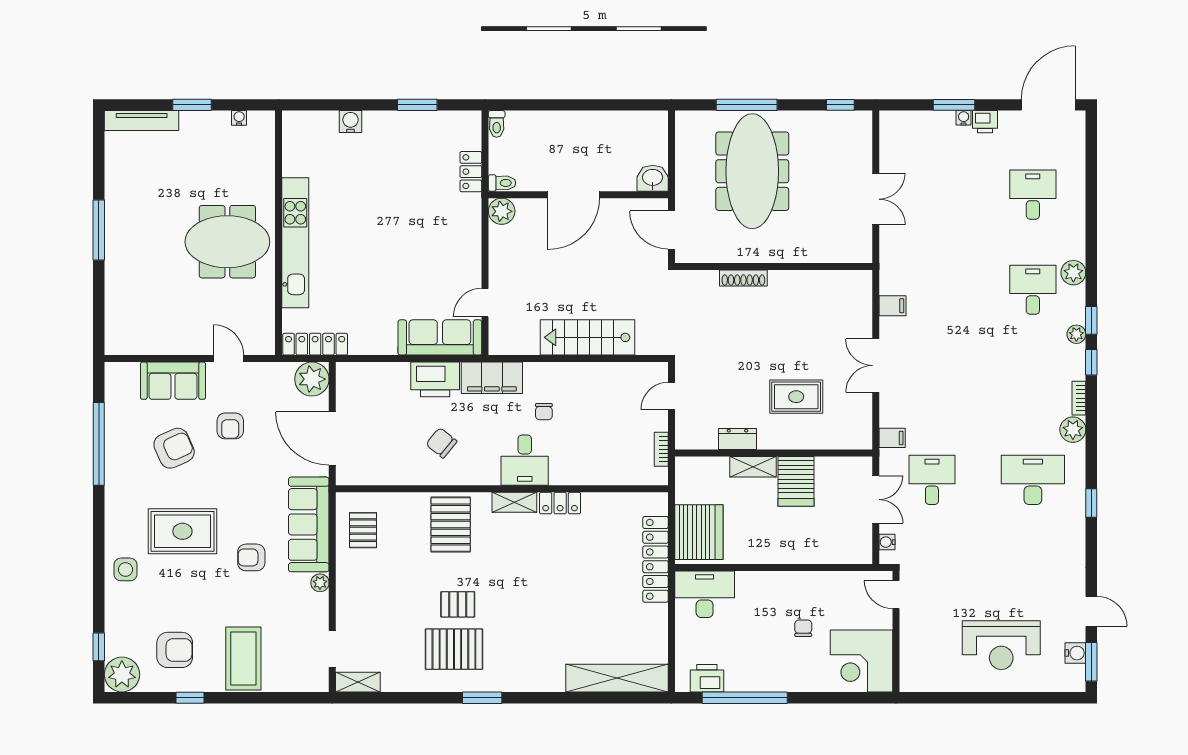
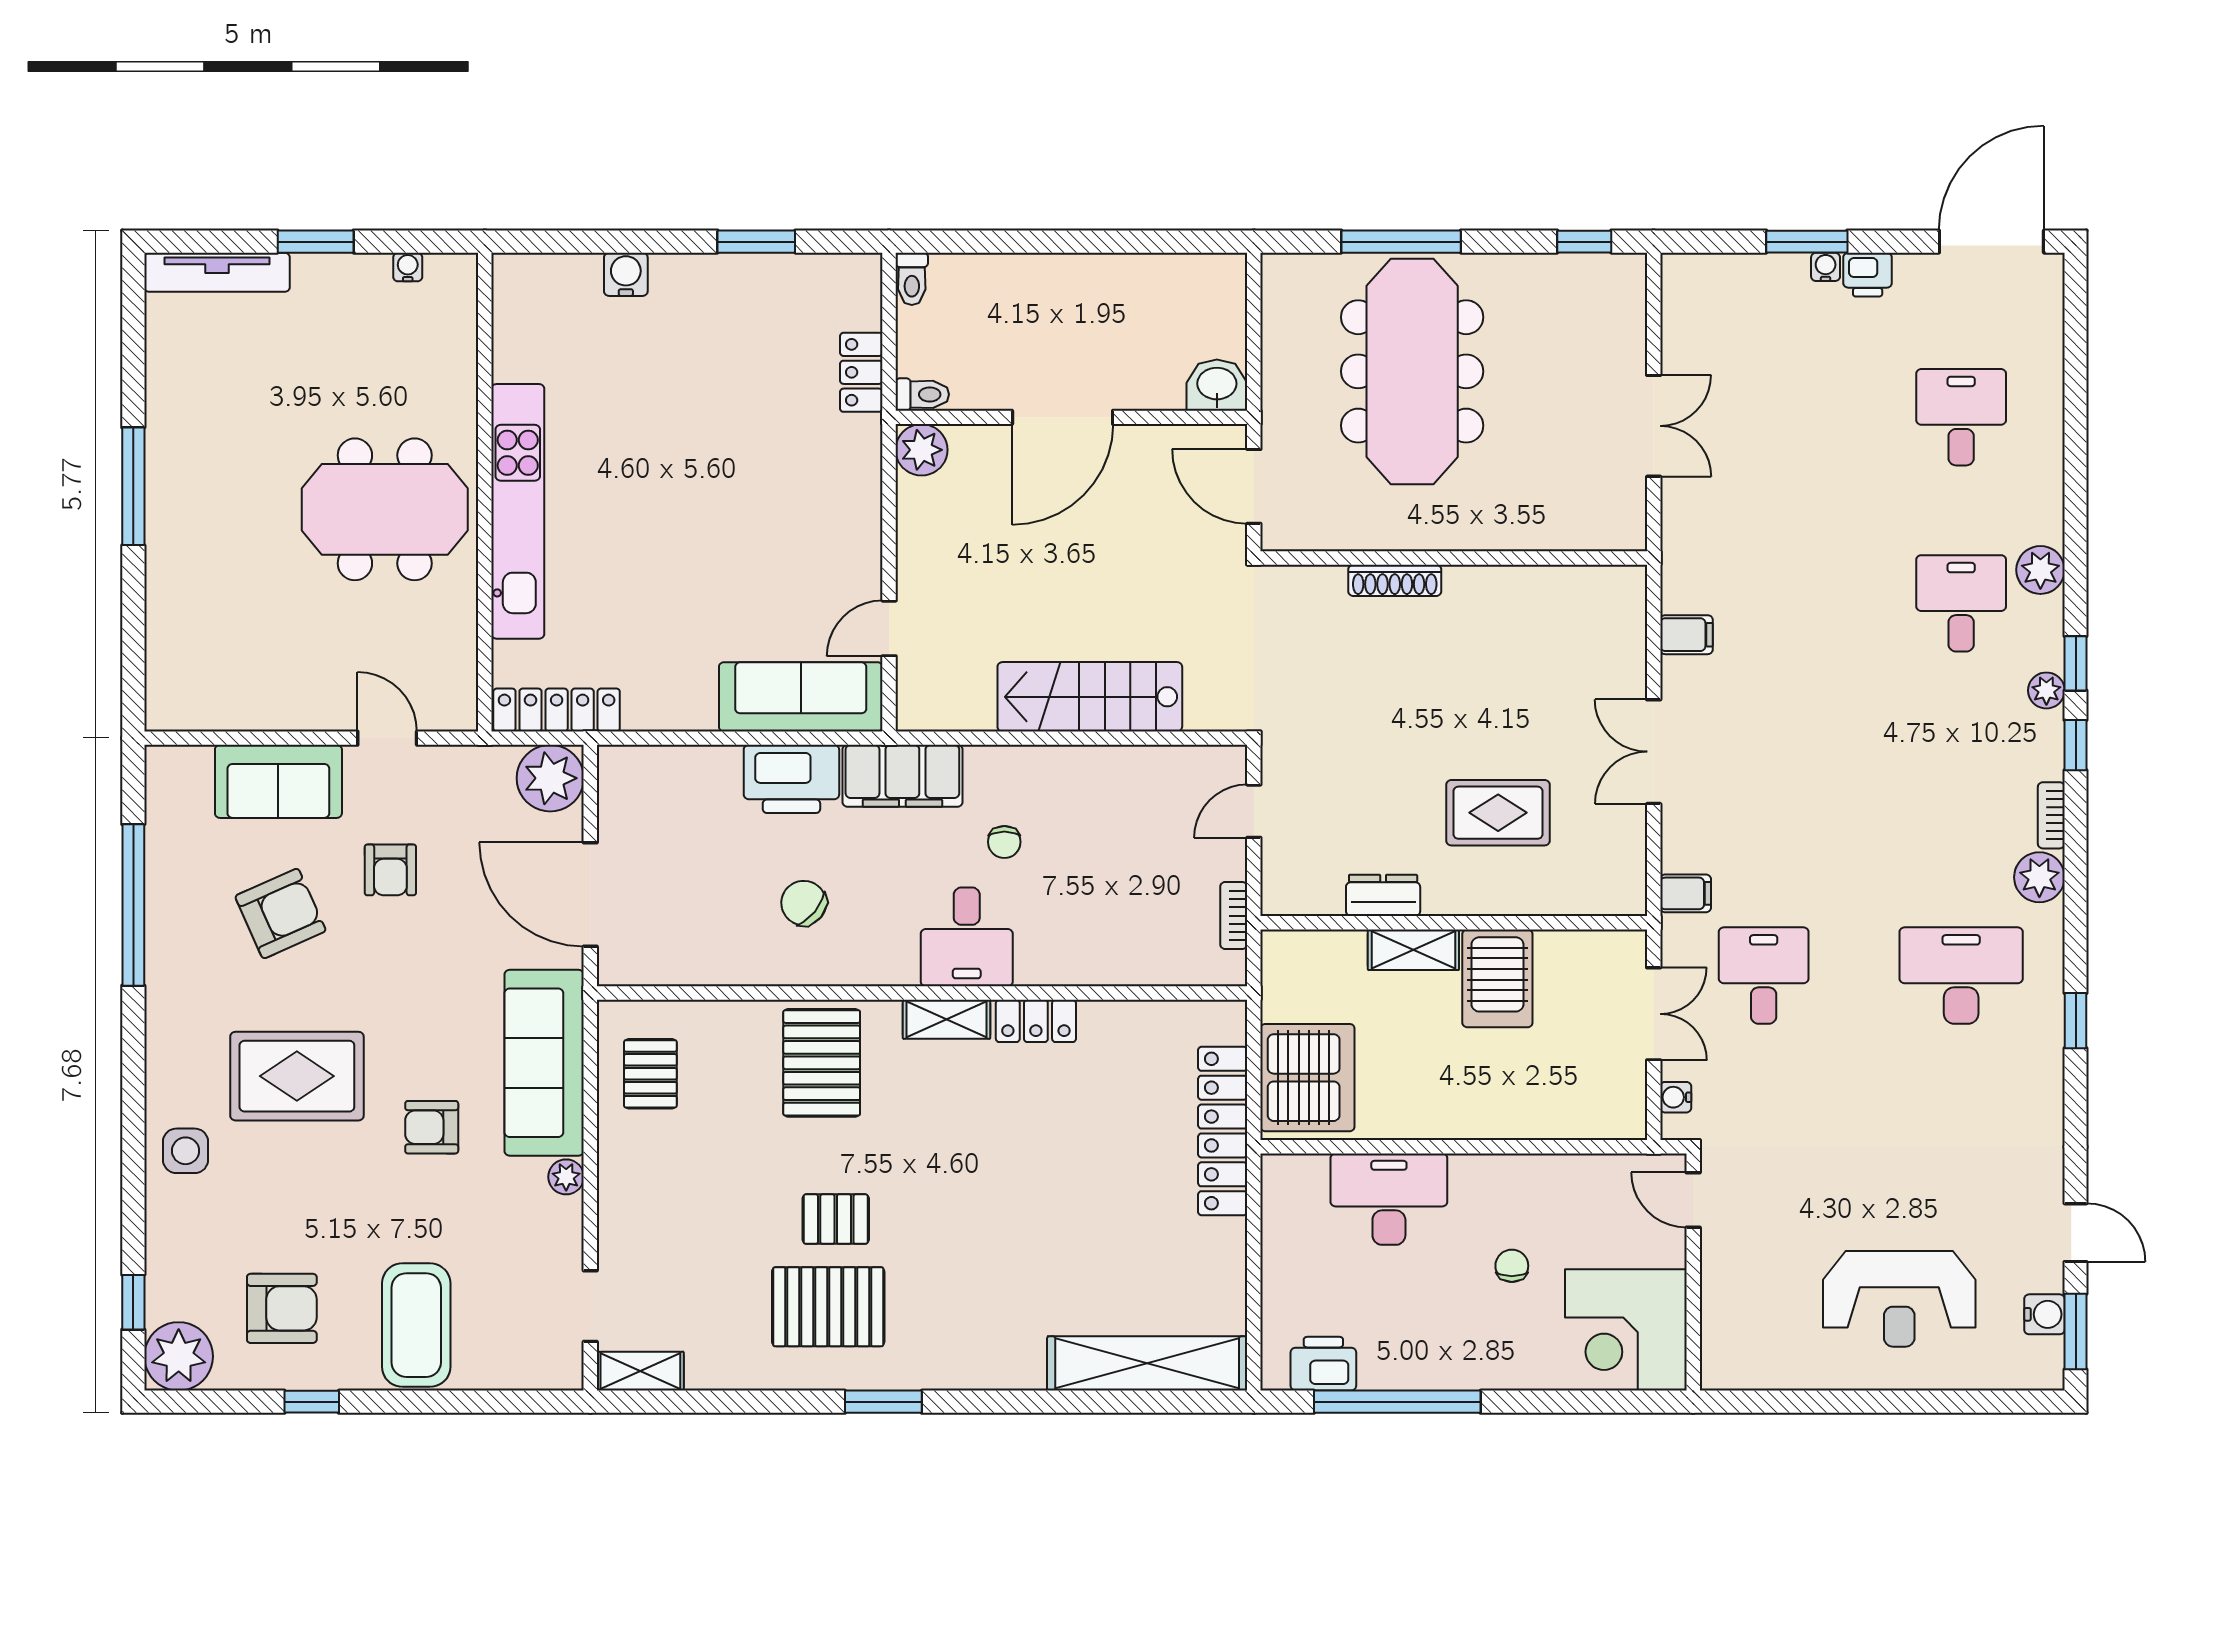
desk: (705, 594) -> (1389, 1199), moved

